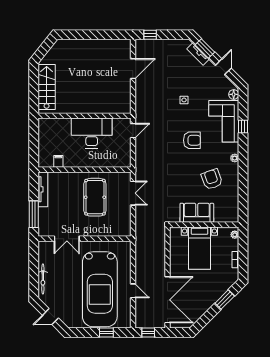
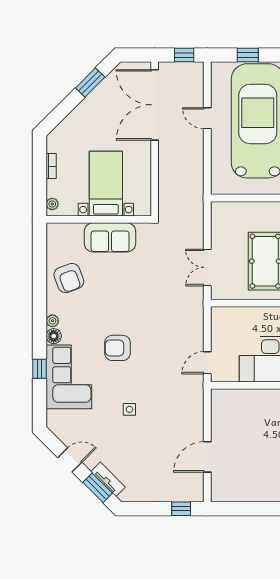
door: (223, 67) -> (70, 460), swing flipped
floor lamp: (234, 94) -> (54, 336), moved
armchair: (212, 179) -> (69, 278), moved
window: (225, 300) -> (90, 82), moved

